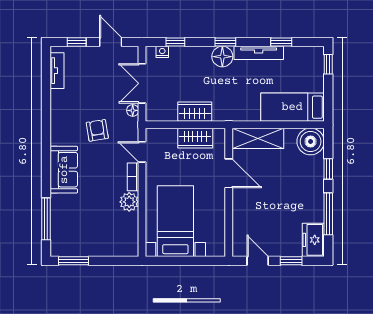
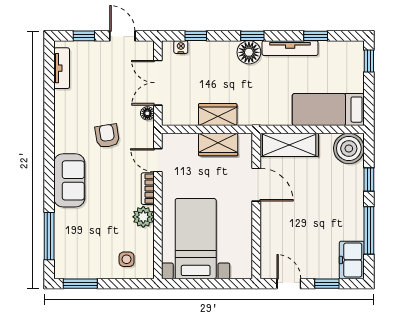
side table: (114, 239) -> (127, 259), added

